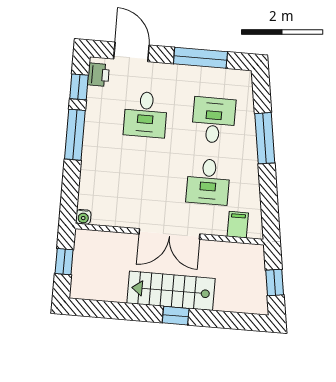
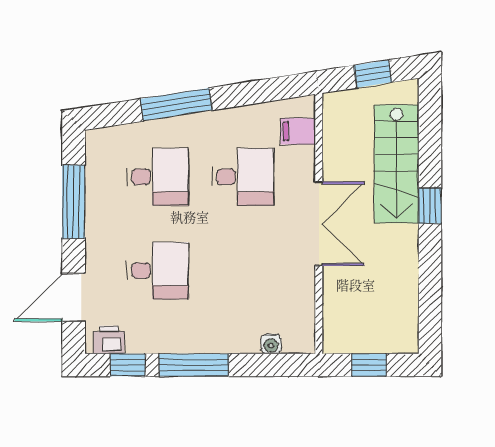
desk: (213, 120) -> (158, 177), turned 180
water cooler: (83, 217) -> (271, 344), moved, turned 90
stairs: (171, 291) -> (397, 164), moved

